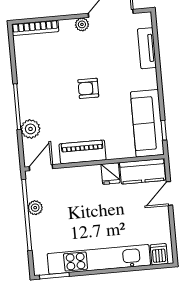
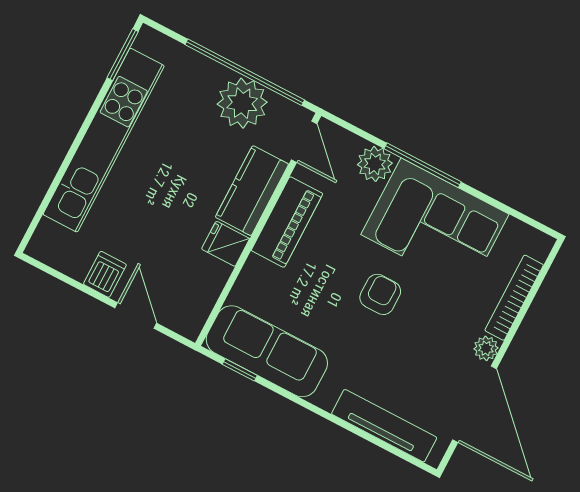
bookcase: (35, 28) -> (514, 298), moved
tv unit: (147, 48) -> (384, 426), width x1.41
corner sofa: (40, 84) -> (435, 224), added
kitchen counter: (142, 171) -> (252, 191), moved
plant: (35, 208) -> (242, 103), width x1.88, depth x1.88
dishwasher: (159, 254) -> (105, 274), moved, turned -90

